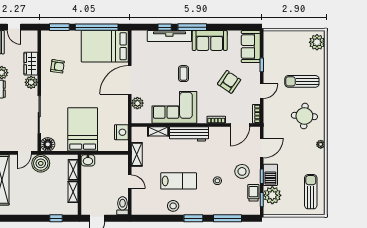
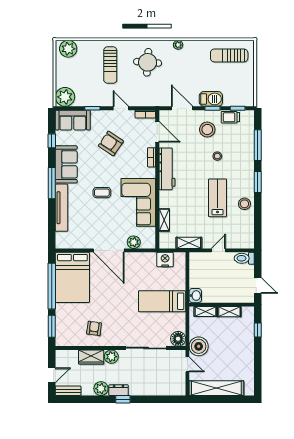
window: (165, 27) -> (52, 141), moved
bed: (83, 129) -> (162, 301), width x0.67
workbench: (189, 134) -> (167, 169), moved
plant: (272, 195) -> (65, 97), moved

